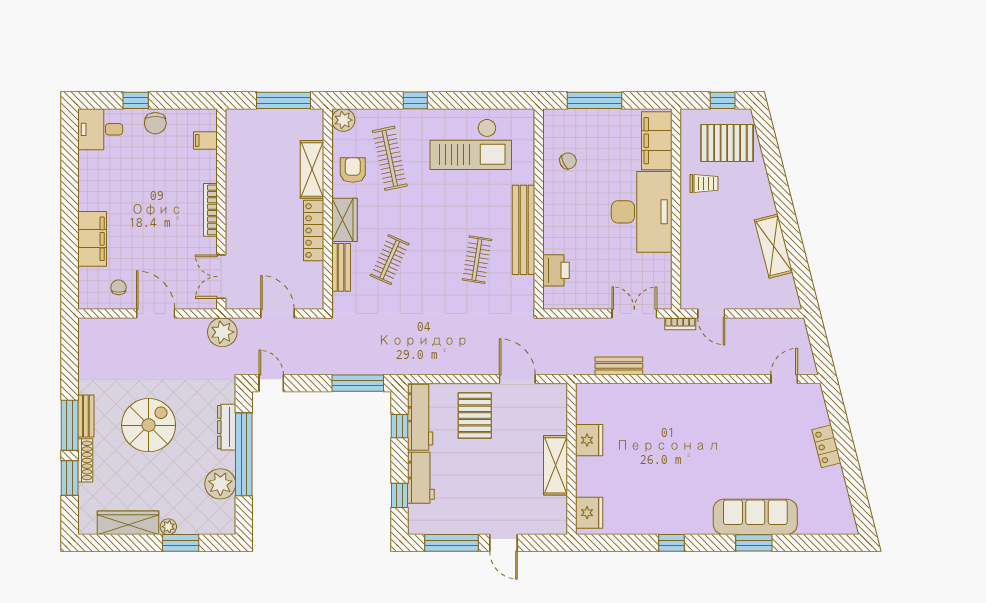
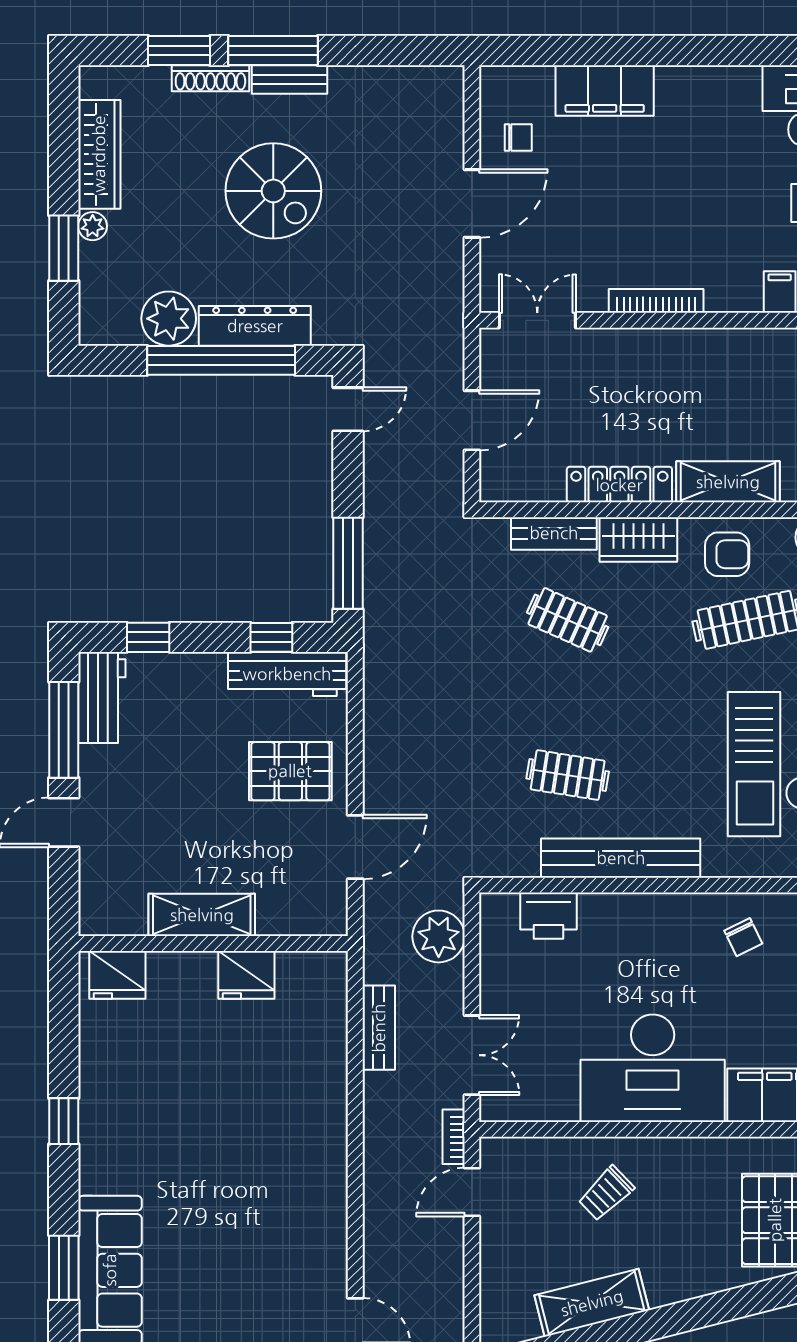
trolley: (704, 183) -> (606, 1193), moved, turned 46
plant: (222, 332) -> (439, 936), moved
dresser: (227, 427) -> (255, 326), width x1.37, depth x1.24
workbench: (421, 478) -> (102, 698), moved, turned -90

